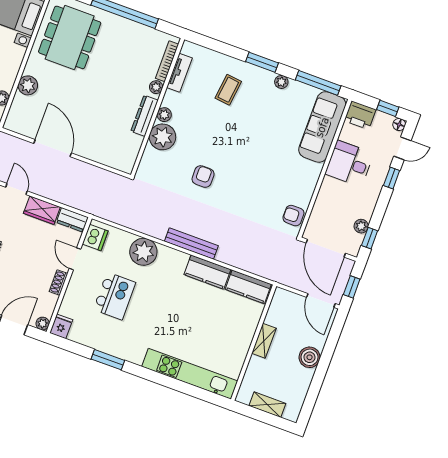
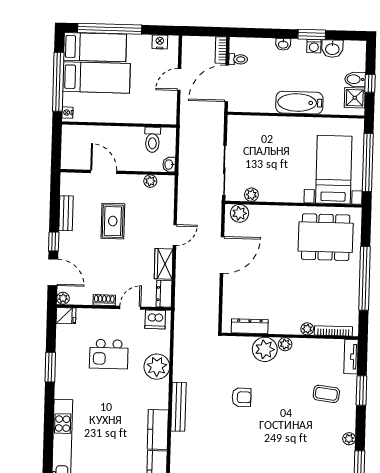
window: (262, 62) -> (361, 390), moved
tv unit: (179, 73) -> (351, 357), moved, turned 90
plant: (28, 85) -> (239, 213), moved
dresser: (145, 116) -> (250, 326), moved

